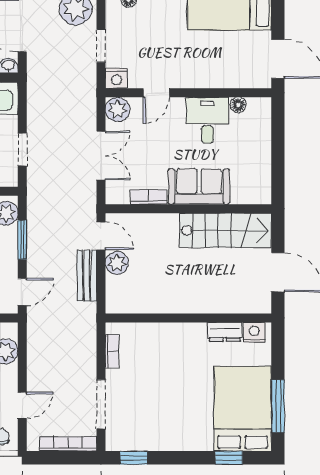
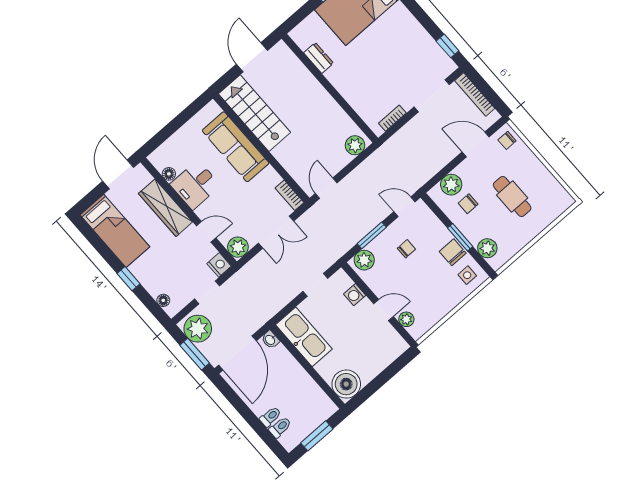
wardrobe: (210, 75) -> (165, 208), added
double door: (101, 156) -> (276, 232), swing flipped
sofa: (199, 187) -> (236, 147), width x1.36
bookcase: (148, 197) -> (290, 195), moved
plant: (117, 263) -> (355, 145), moved
bench: (87, 276) -> (359, 175), removed
nightstand: (254, 332) -> (303, 39), removed
door: (22, 405) -> (476, 144), width x1.38

